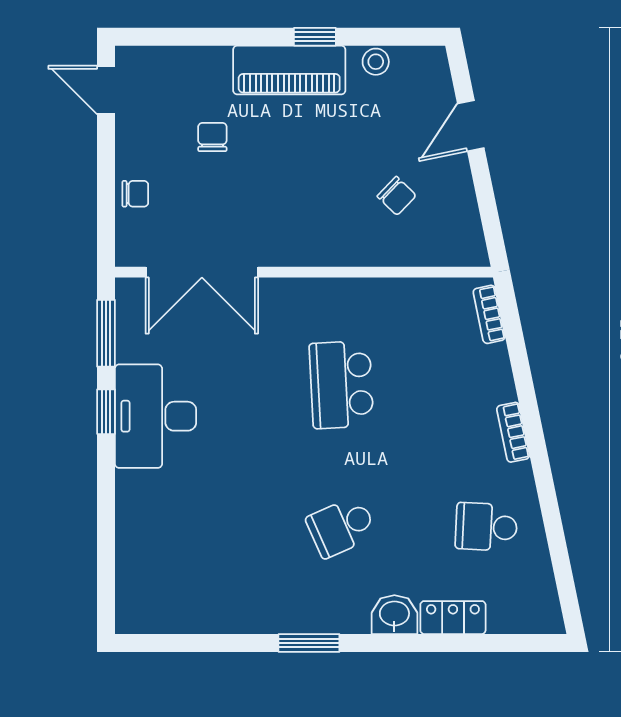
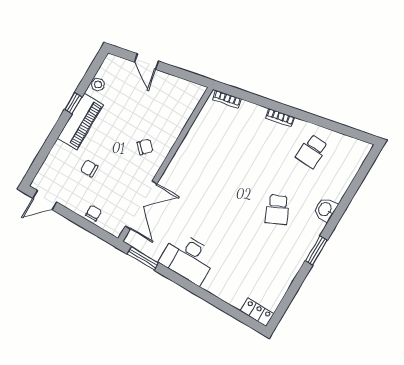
chair: (397, 196) -> (145, 147), moved
school desk: (341, 385) -> (220, 176), removed
window: (106, 412) -> (174, 277), removed
locker: (453, 618) -> (257, 312), moved, turned 90

